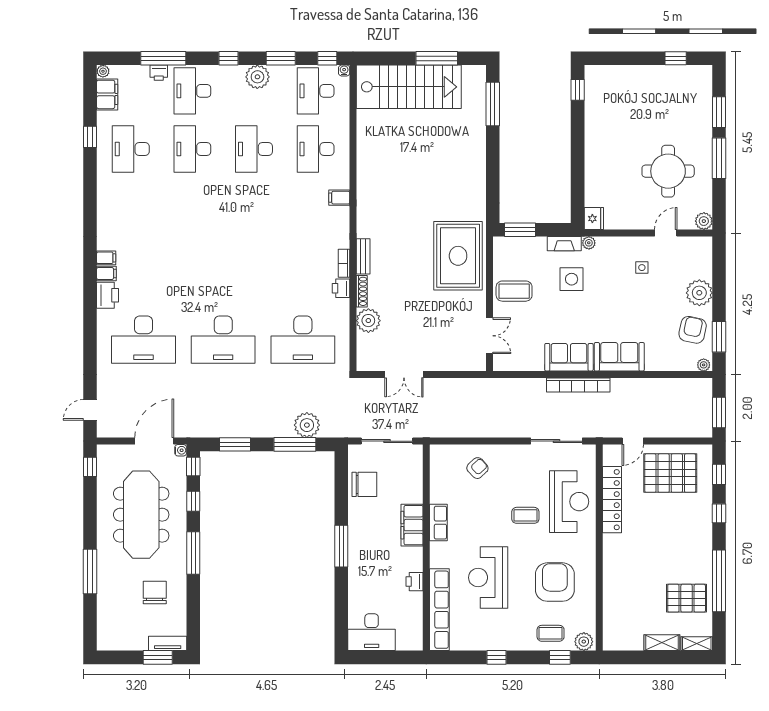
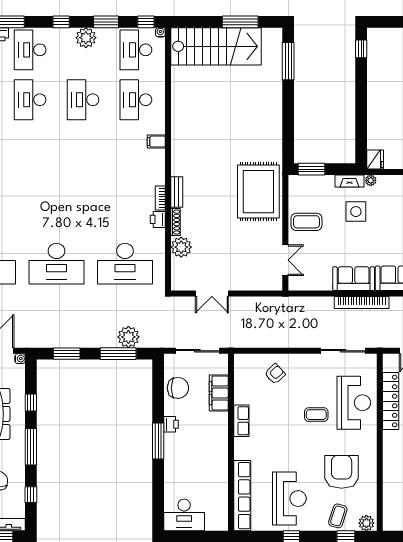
window: (193, 467) -> (31, 495), moved
filing cabinet: (412, 525) -> (219, 393), moved
reception desk: (488, 578) -> (289, 499), moved, turned 180
printer: (414, 582) -> (171, 424), moved, turned 180
coffee table: (551, 633) -> (338, 516), turned -72

